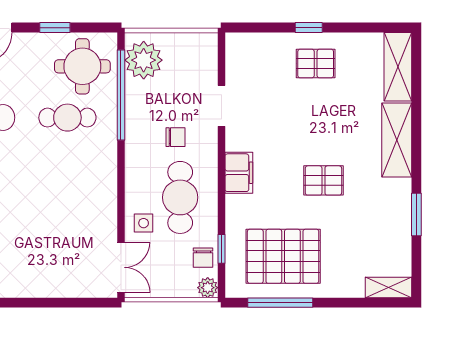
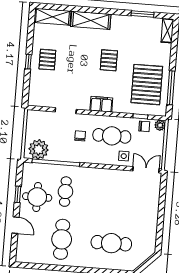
round table: (82, 66) -> (37, 197), moved
window: (416, 215) -> (143, 14), moved

